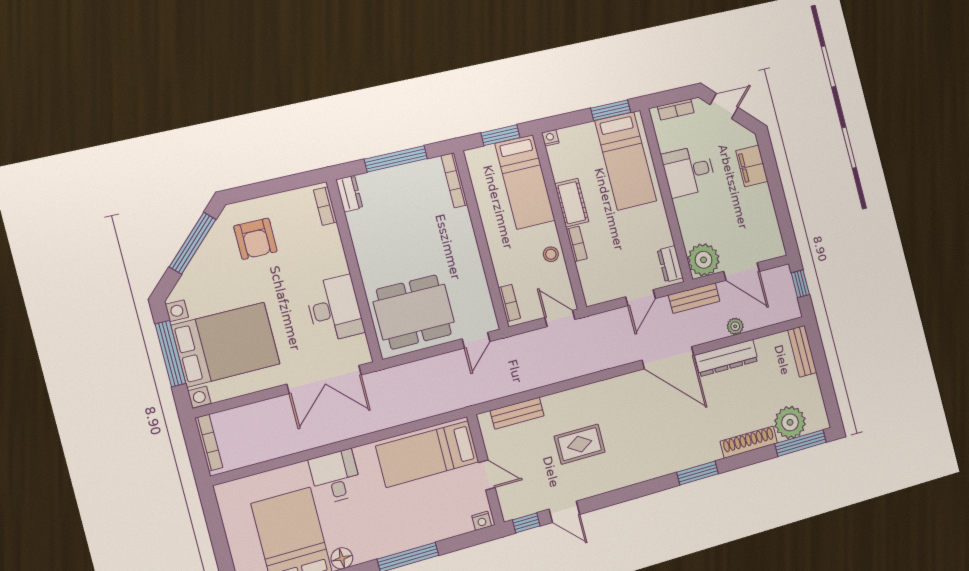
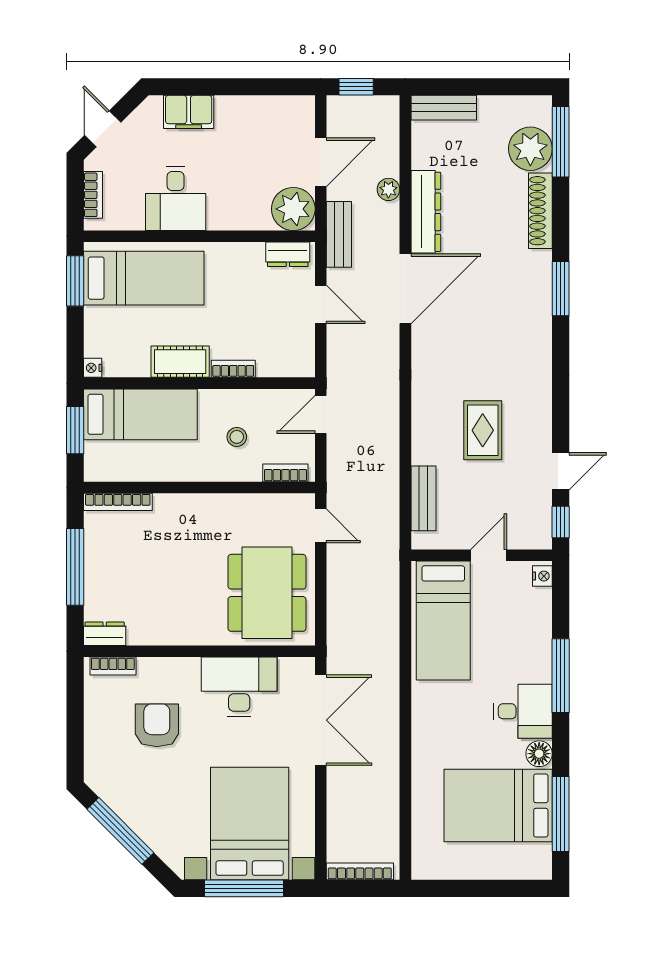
armchair: (255, 239) -> (157, 725), moved, turned -90
stool: (551, 254) -> (237, 437), moved
desk: (336, 477) -> (523, 711), moved, turned 180

